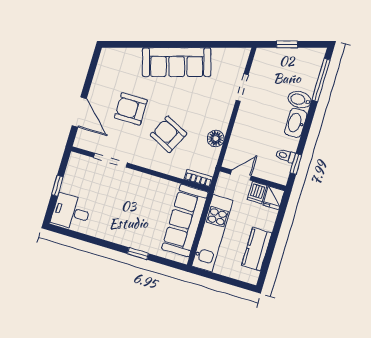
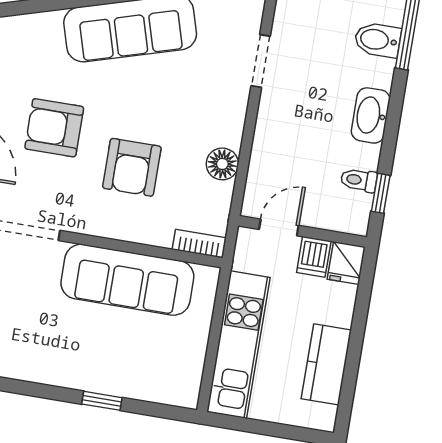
bidet: (300, 100) -> (378, 40), moved
armchair: (169, 134) -> (132, 167), turned -116
sofa: (185, 221) -> (127, 280), moved, turned -90

